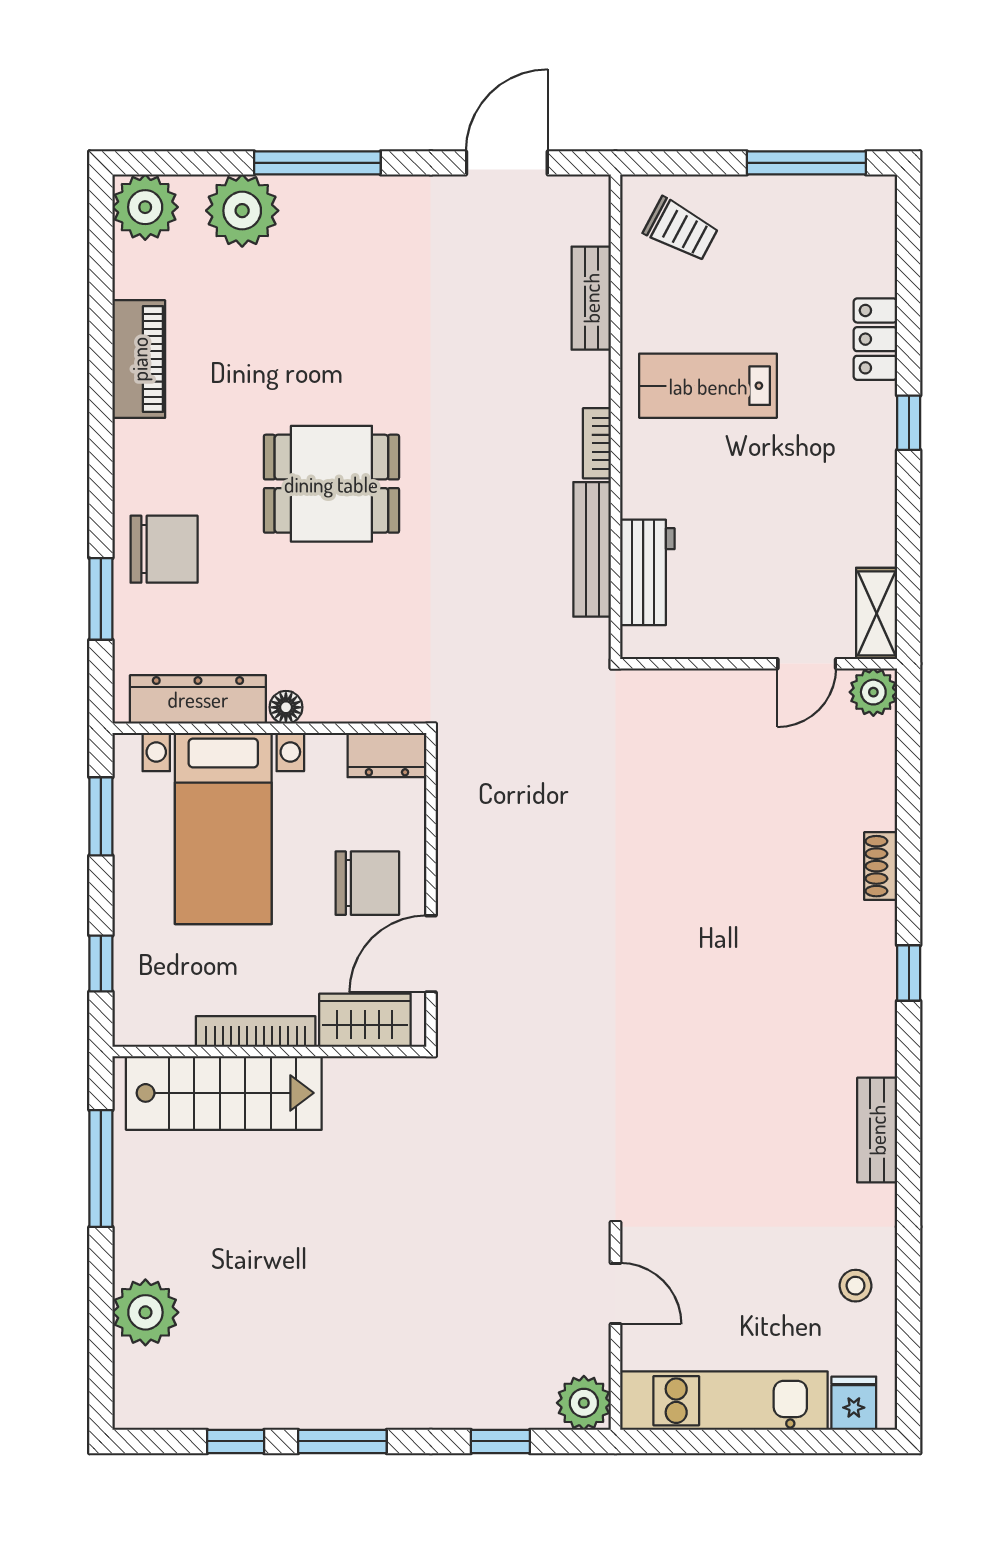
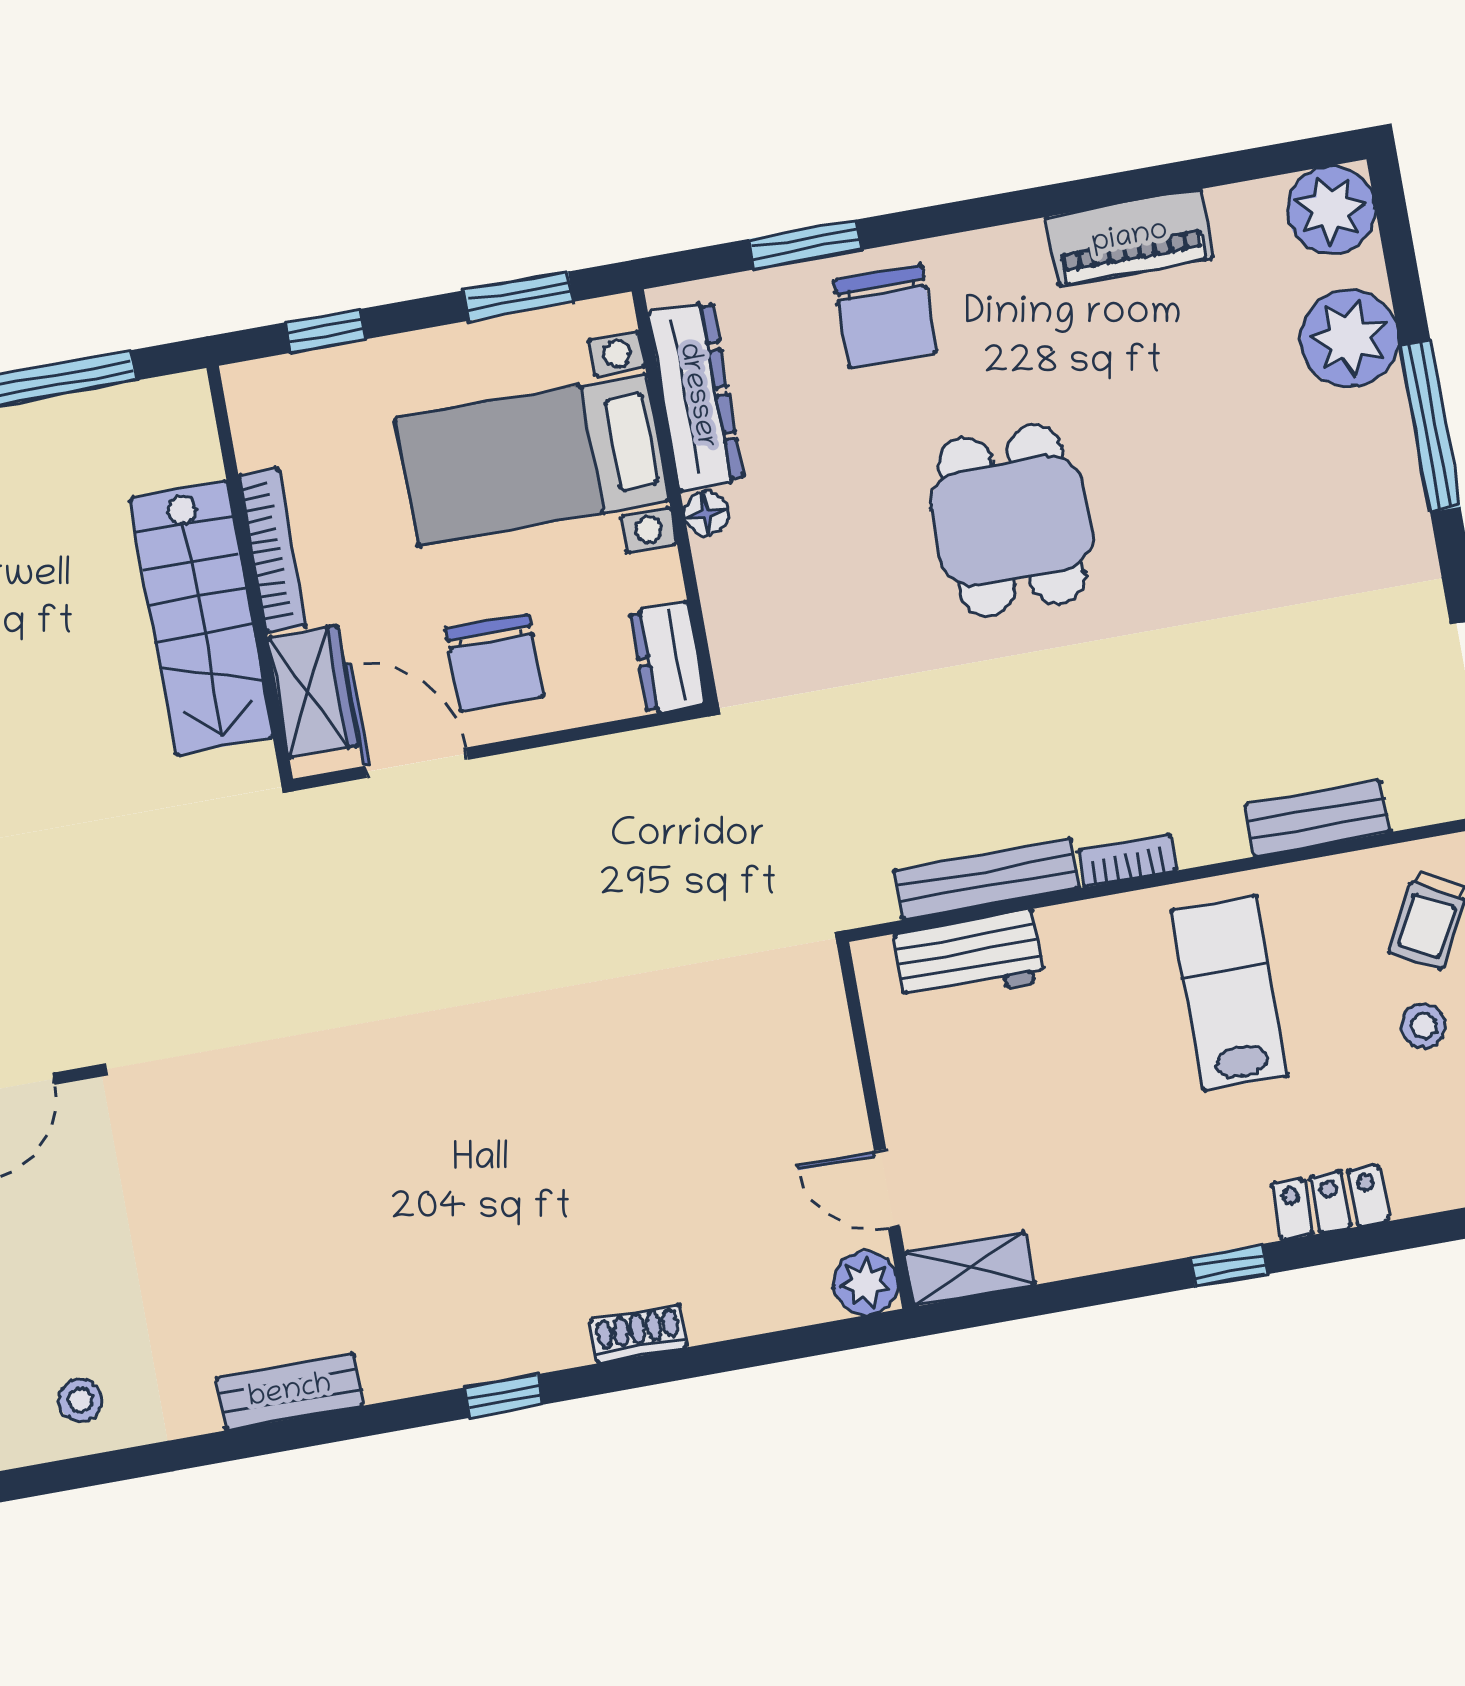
stool: (758, 247) -> (1423, 1026), added
stairs: (224, 1093) -> (201, 618), moved

